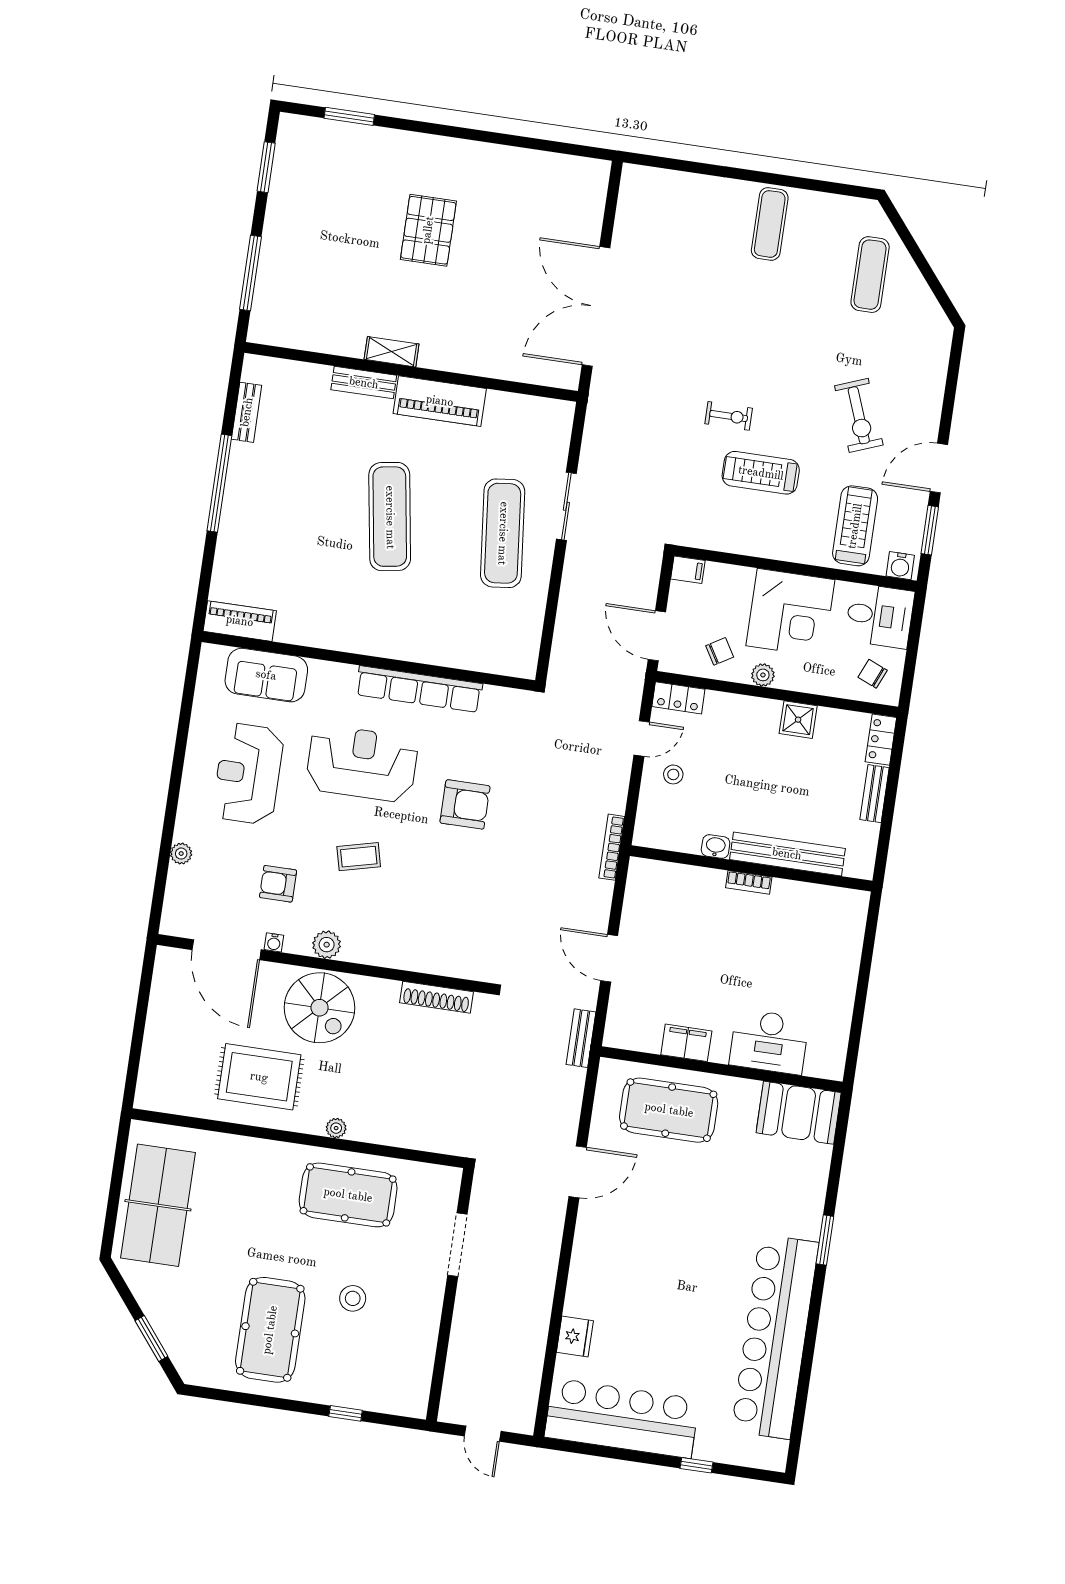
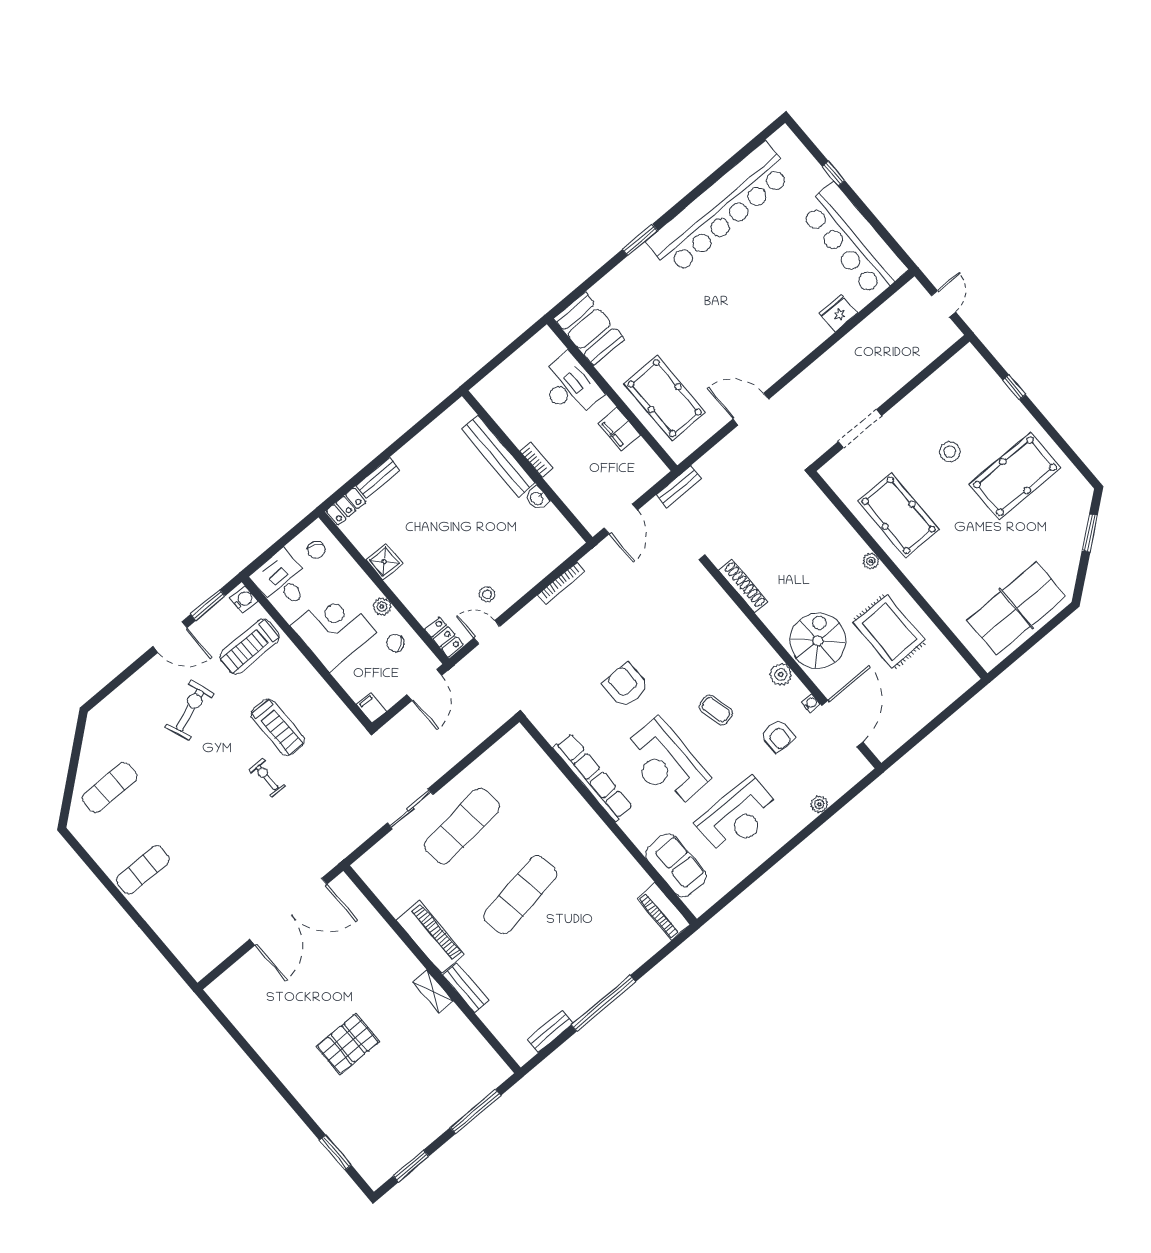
washbasin: (716, 846) -> (537, 498), moved
bench: (787, 854) -> (498, 456), moved
wall: (751, 868) -> (527, 467), moved
bookcase: (749, 882) -> (536, 459), moved

